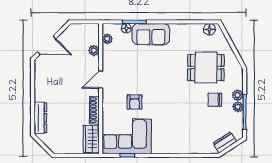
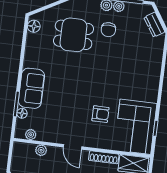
dining table: (206, 68) -> (73, 35), turned 90

